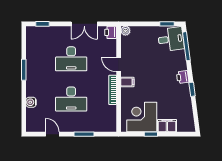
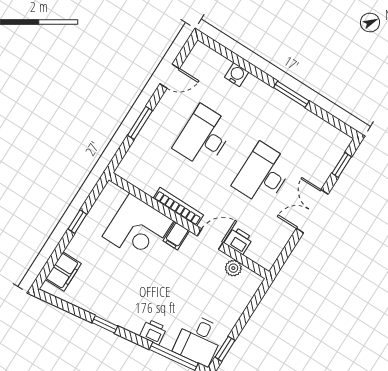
double door: (84, 24) -> (312, 211), moved
plant: (125, 31) -> (233, 268), moved
printer: (111, 32) -> (239, 241), moved
printer: (183, 77) -> (153, 332), moved
corner desk: (142, 117) -> (138, 229), moved, turned 90
filing cabinet: (167, 126) -> (63, 271), moved

